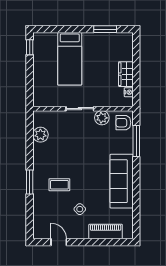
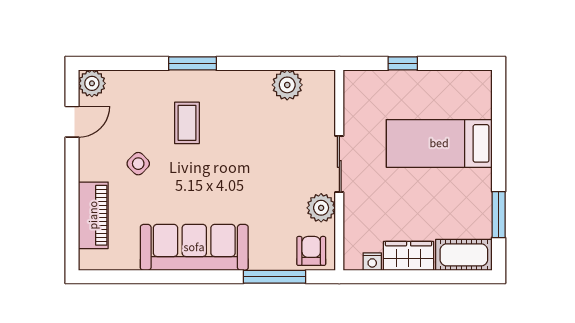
cot: (125, 46) -> (464, 255), added
window: (30, 47) -> (403, 63), moved
plant: (40, 232) -> (92, 83), added

